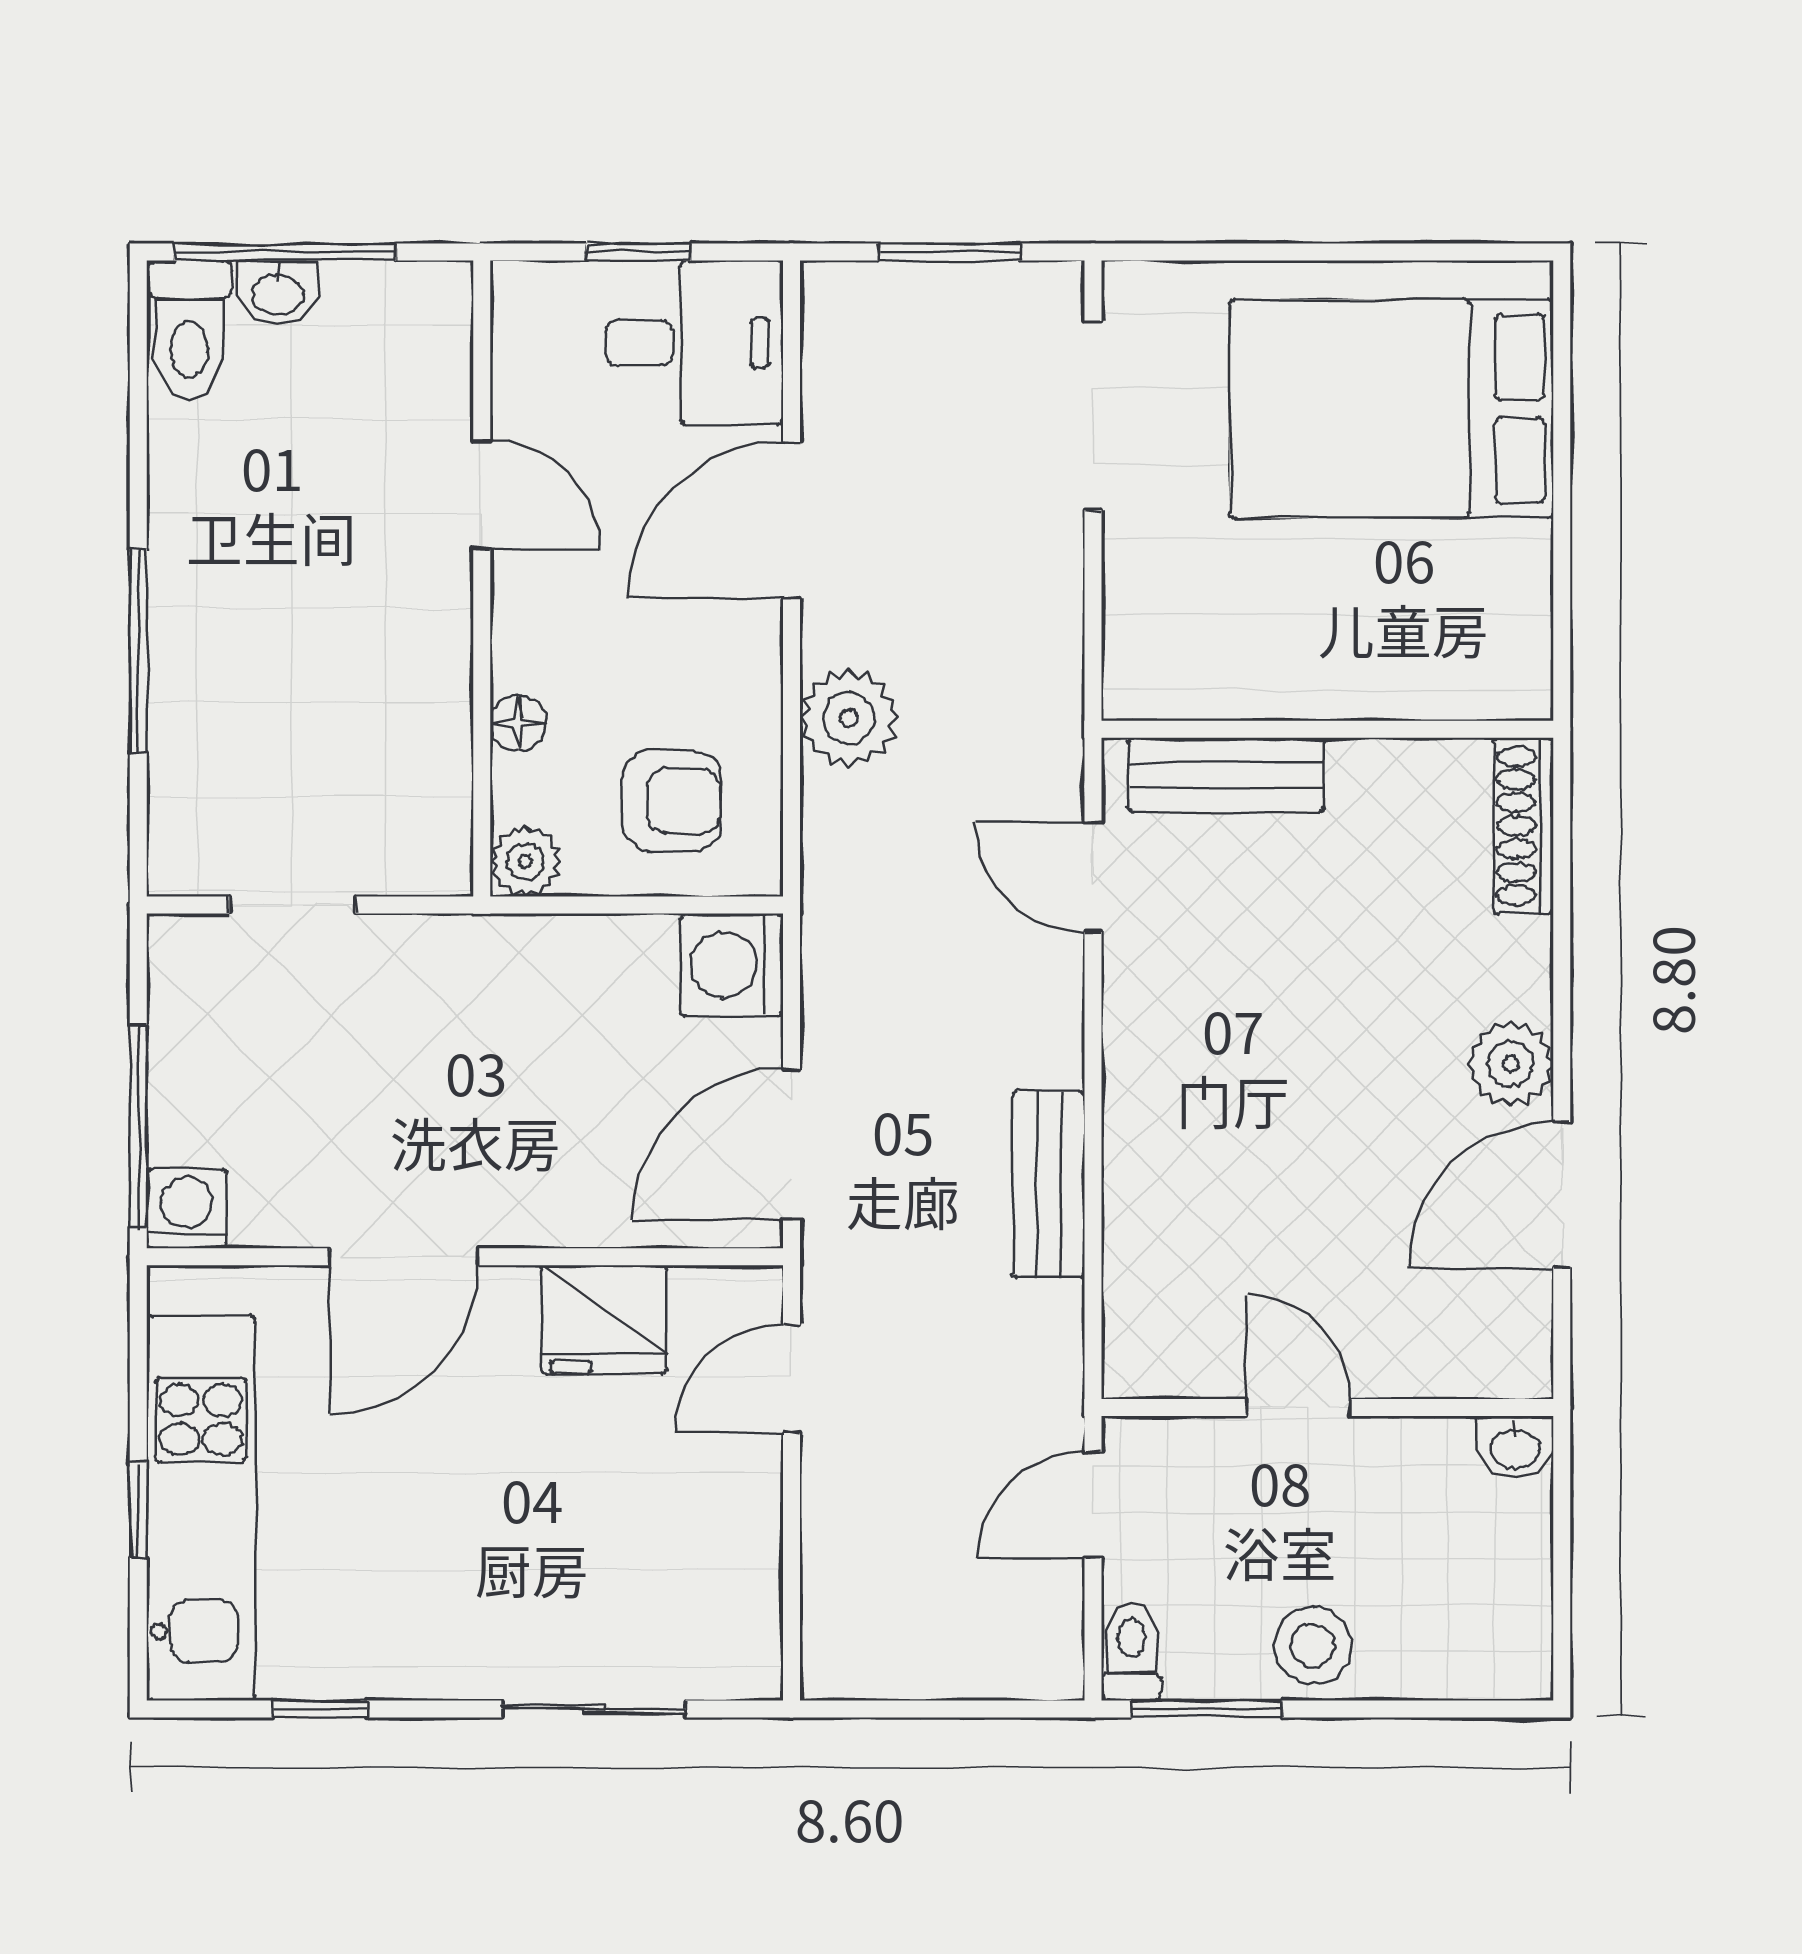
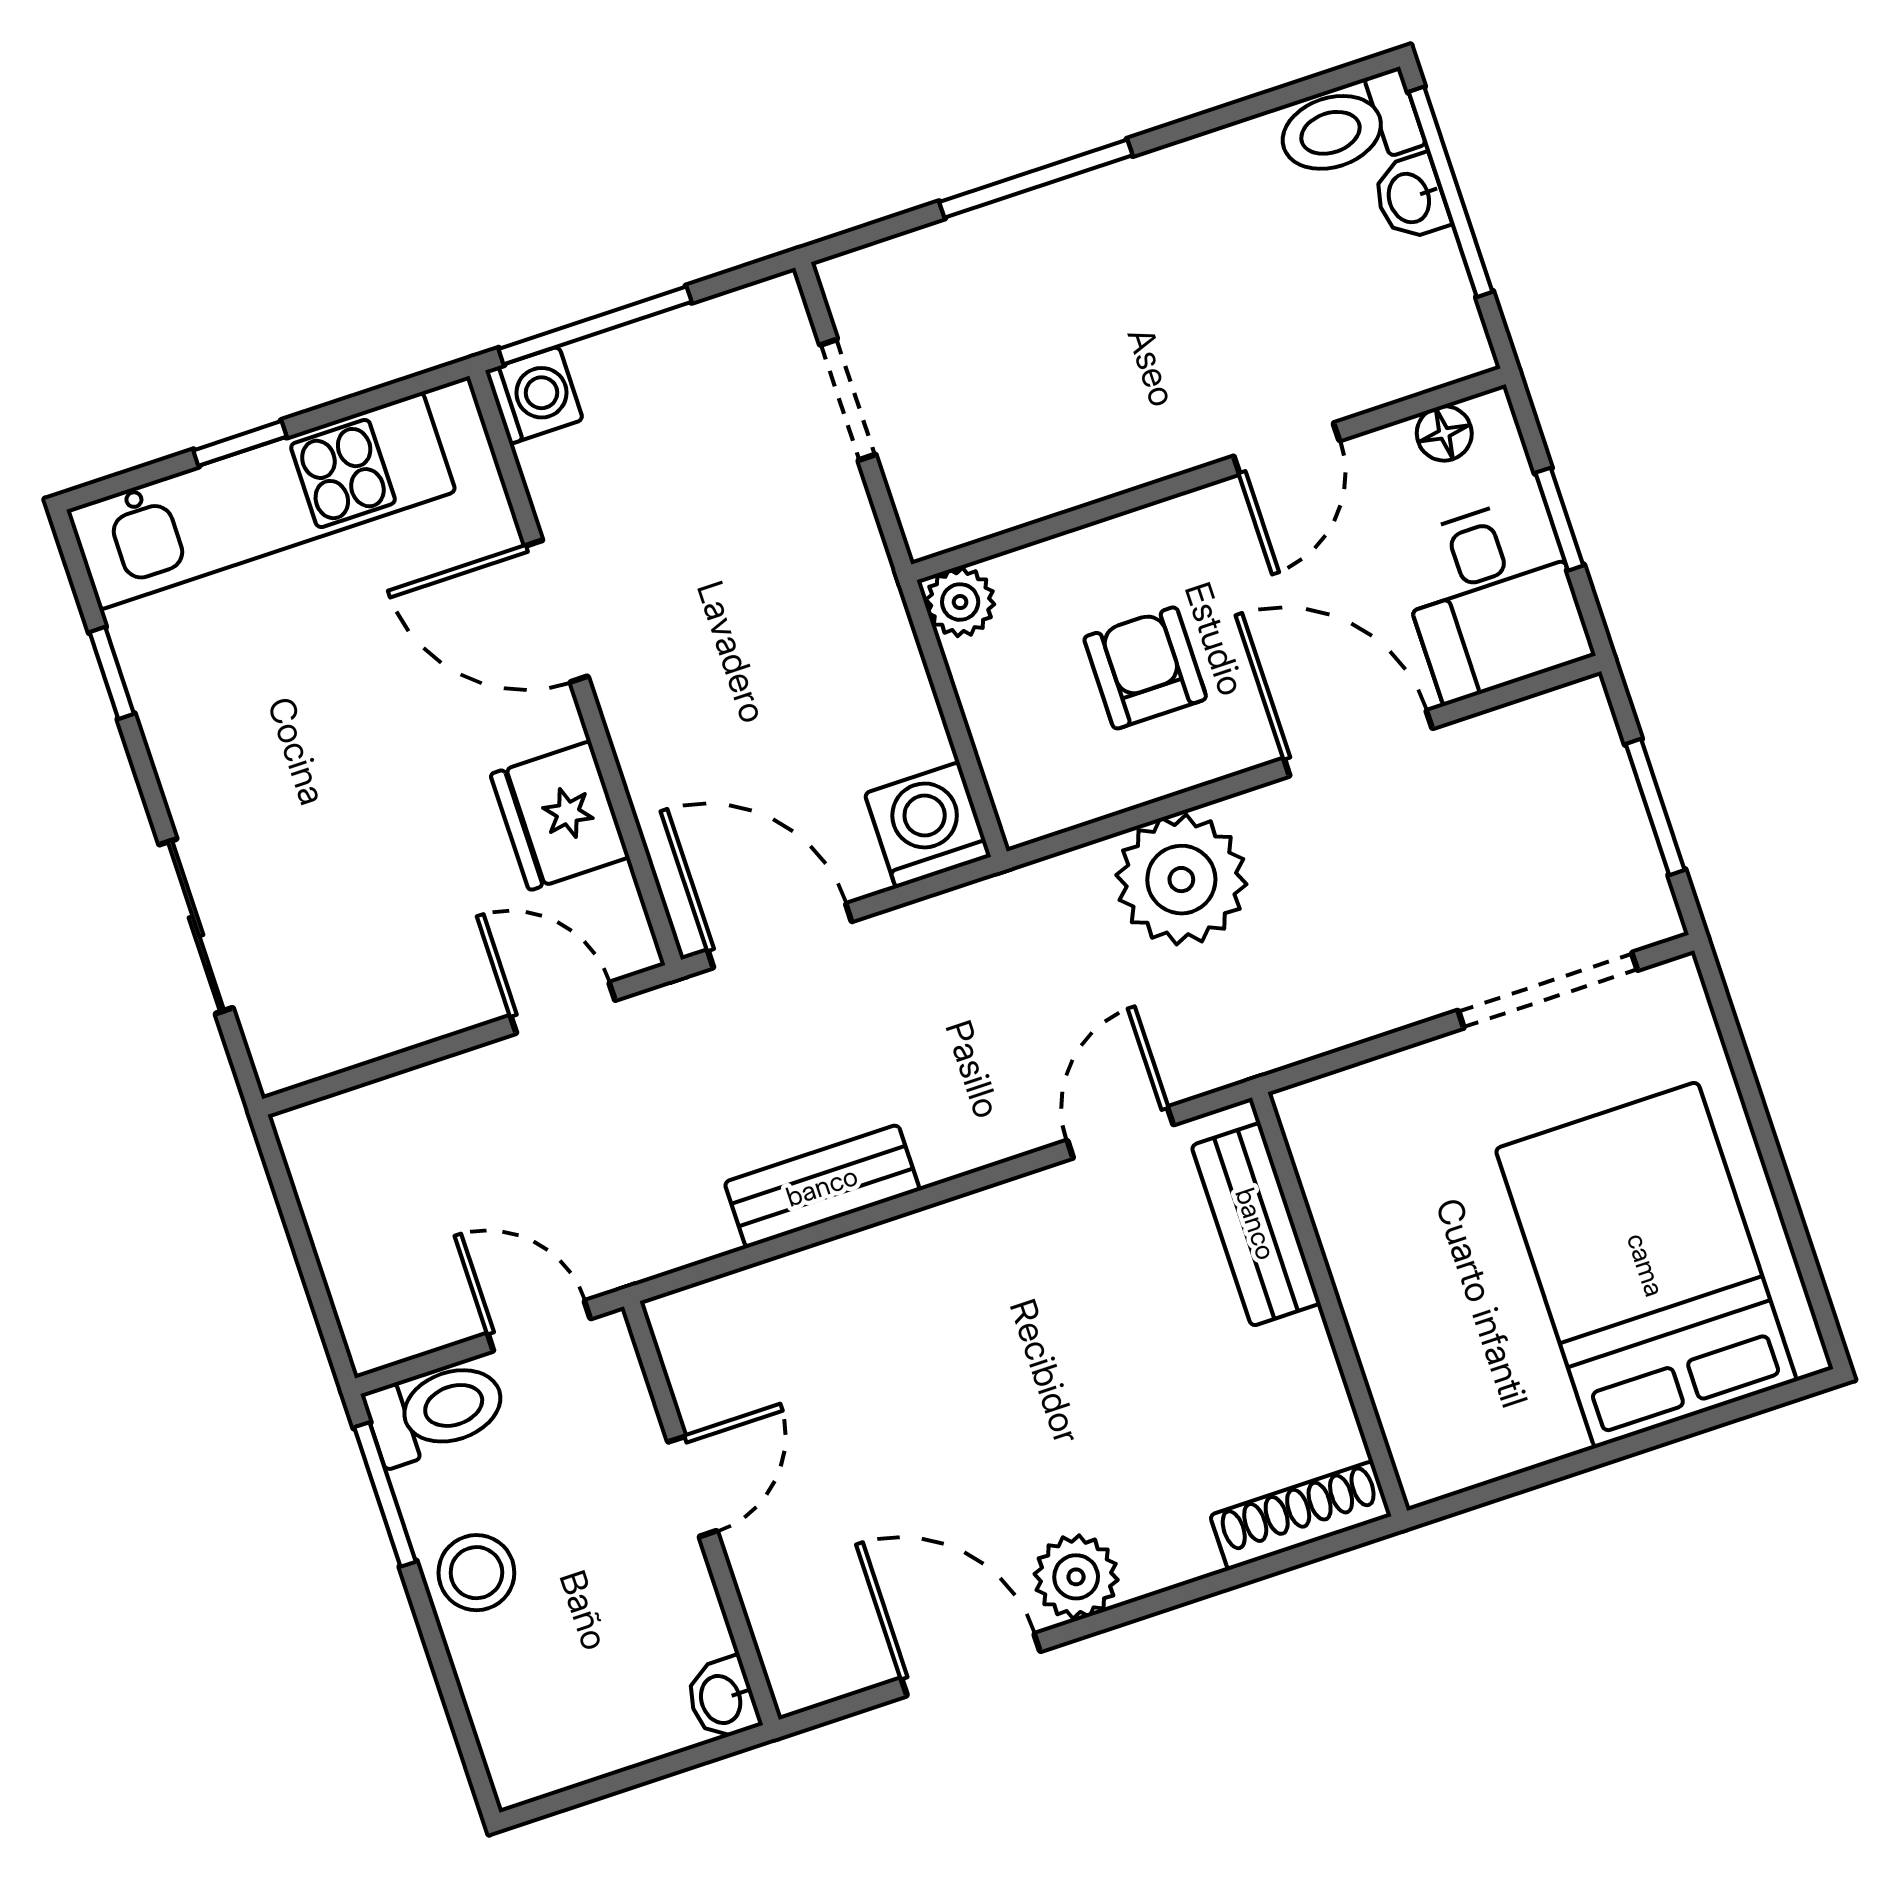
plant: (849, 718) -> (1181, 880), width x1.36, depth x1.36
floor lamp: (518, 723) -> (1444, 433), moved
armchair: (672, 801) -> (1145, 668), moved, turned 180
toilet: (1131, 1651) -> (436, 1411), width x1.37, depth x1.39

